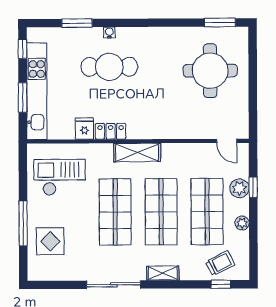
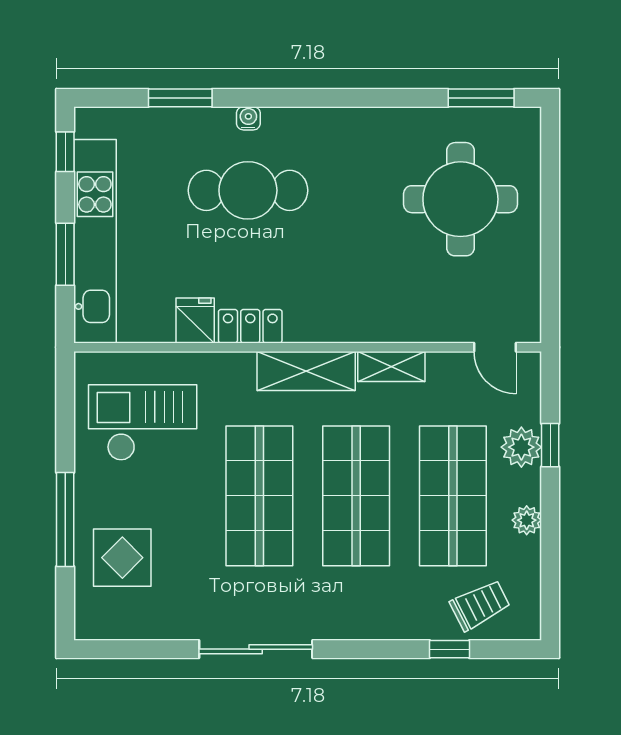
shelving: (163, 273) -> (391, 367), moved
window: (221, 284) -> (450, 649), moved

